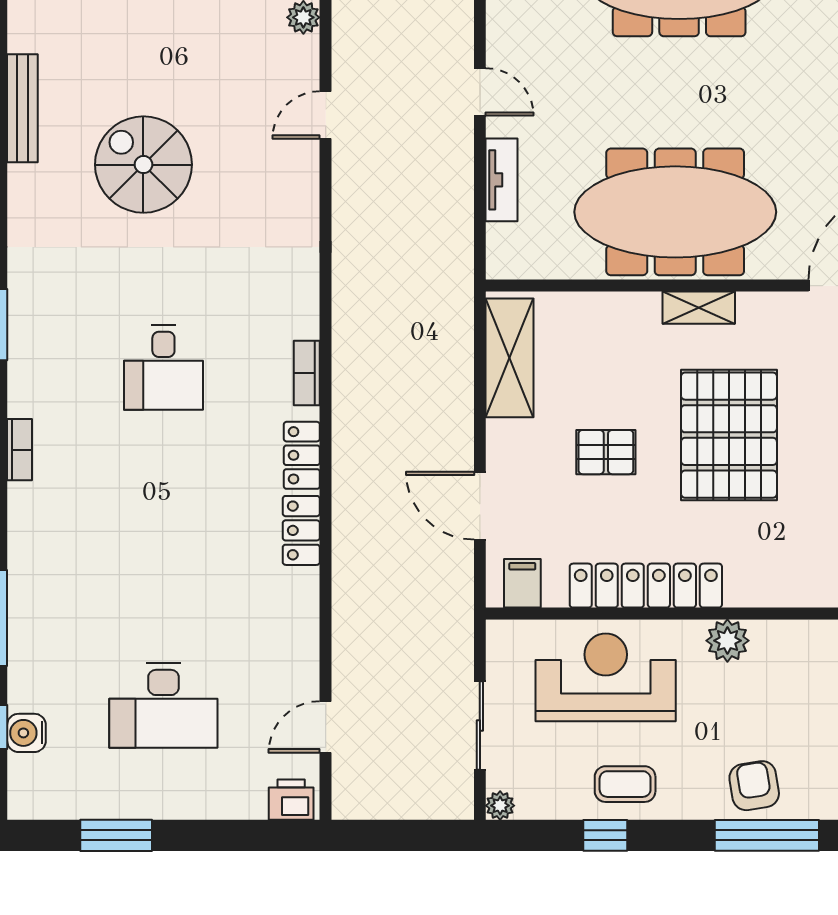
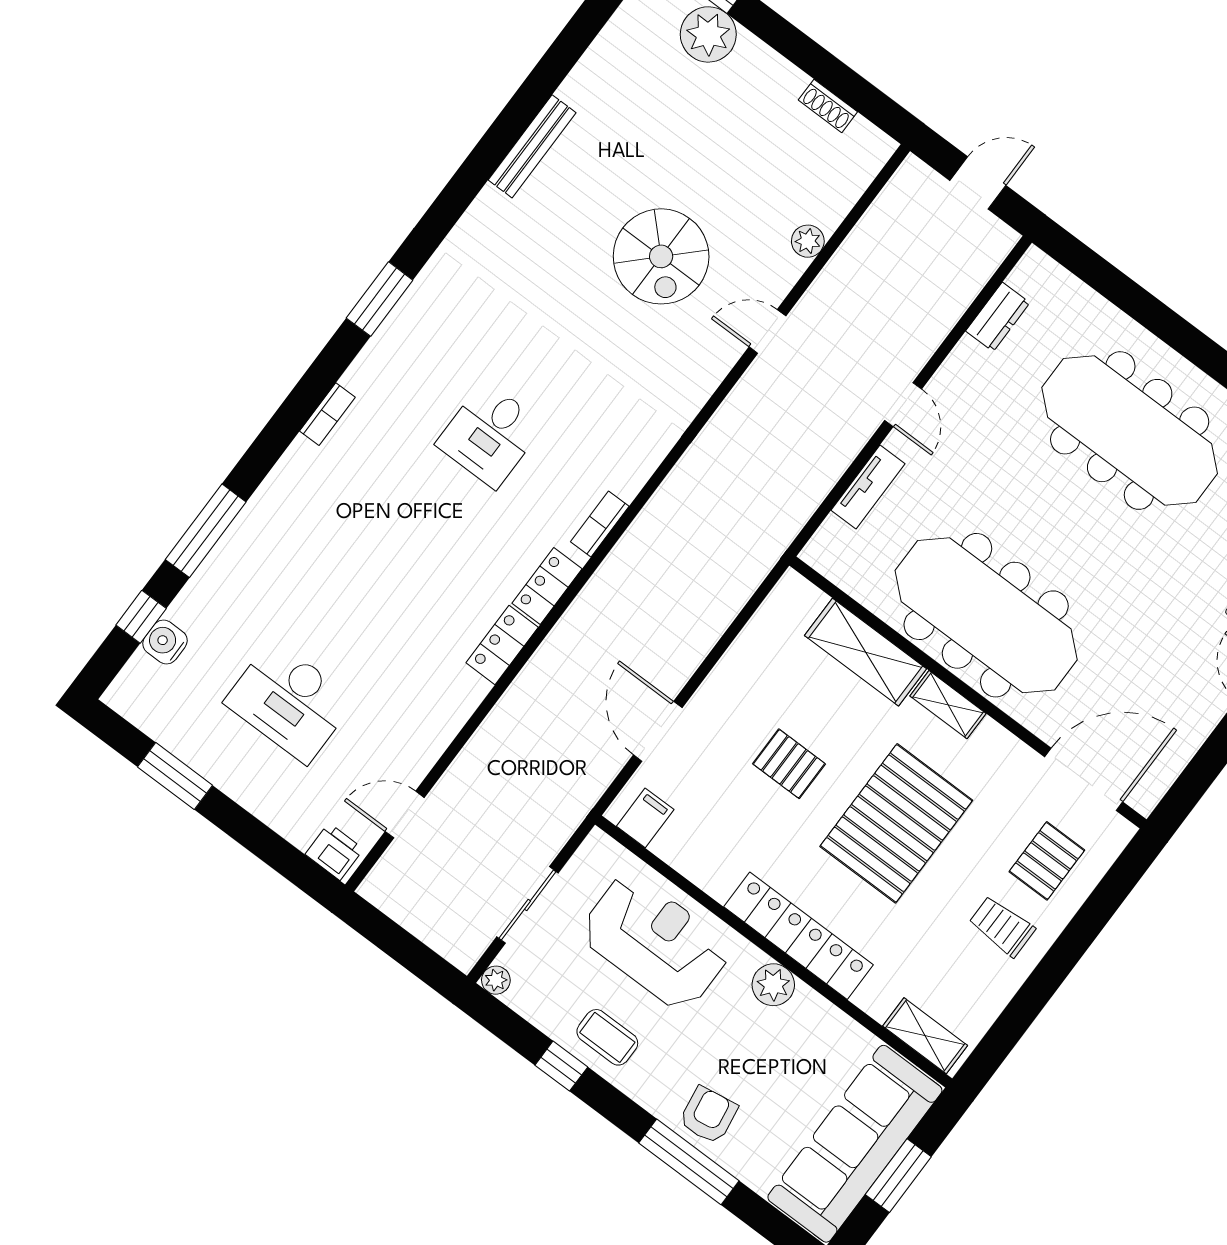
spiral stairs: (143, 165) -> (661, 256), moved, turned 180
shelving: (509, 358) -> (866, 652), moved, turned 90
locker: (646, 586) -> (799, 936), moved

